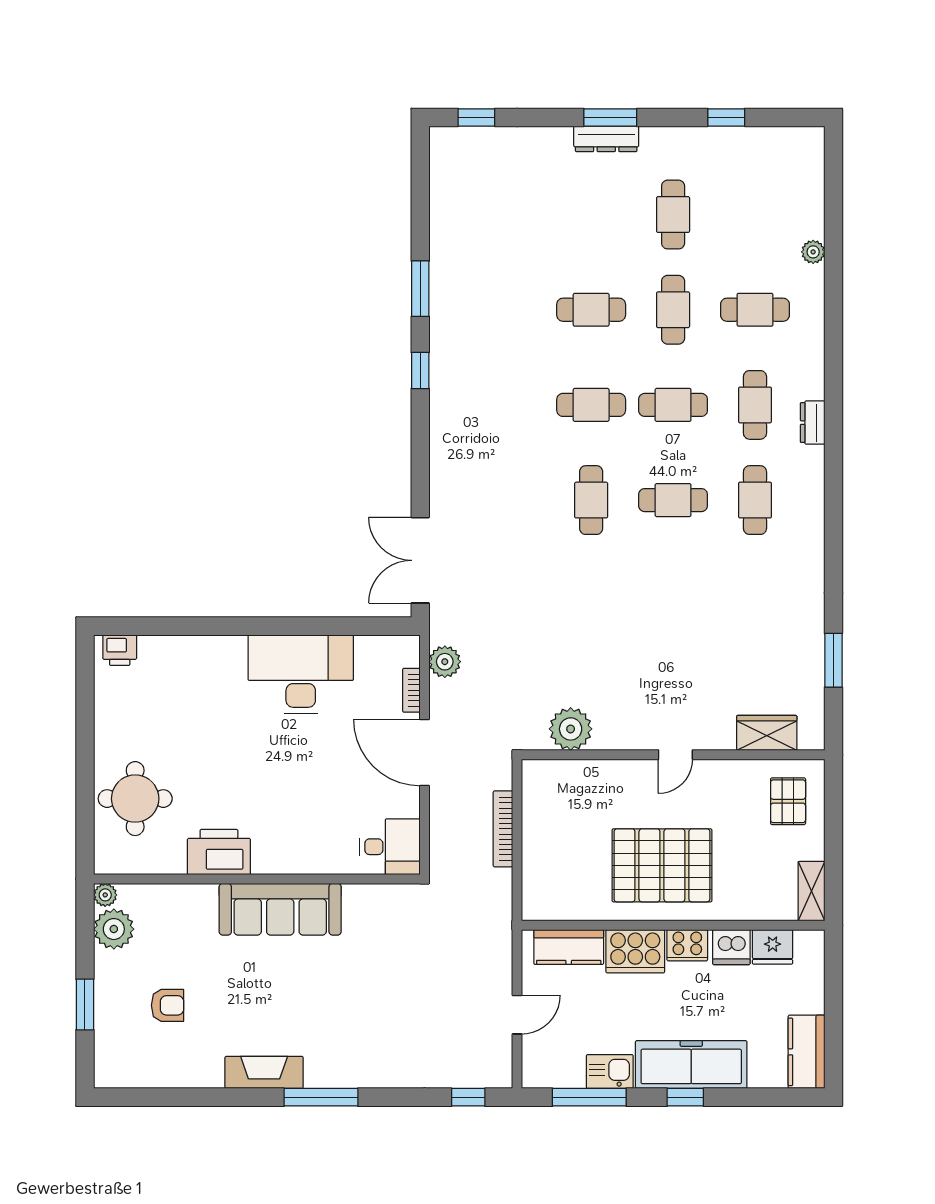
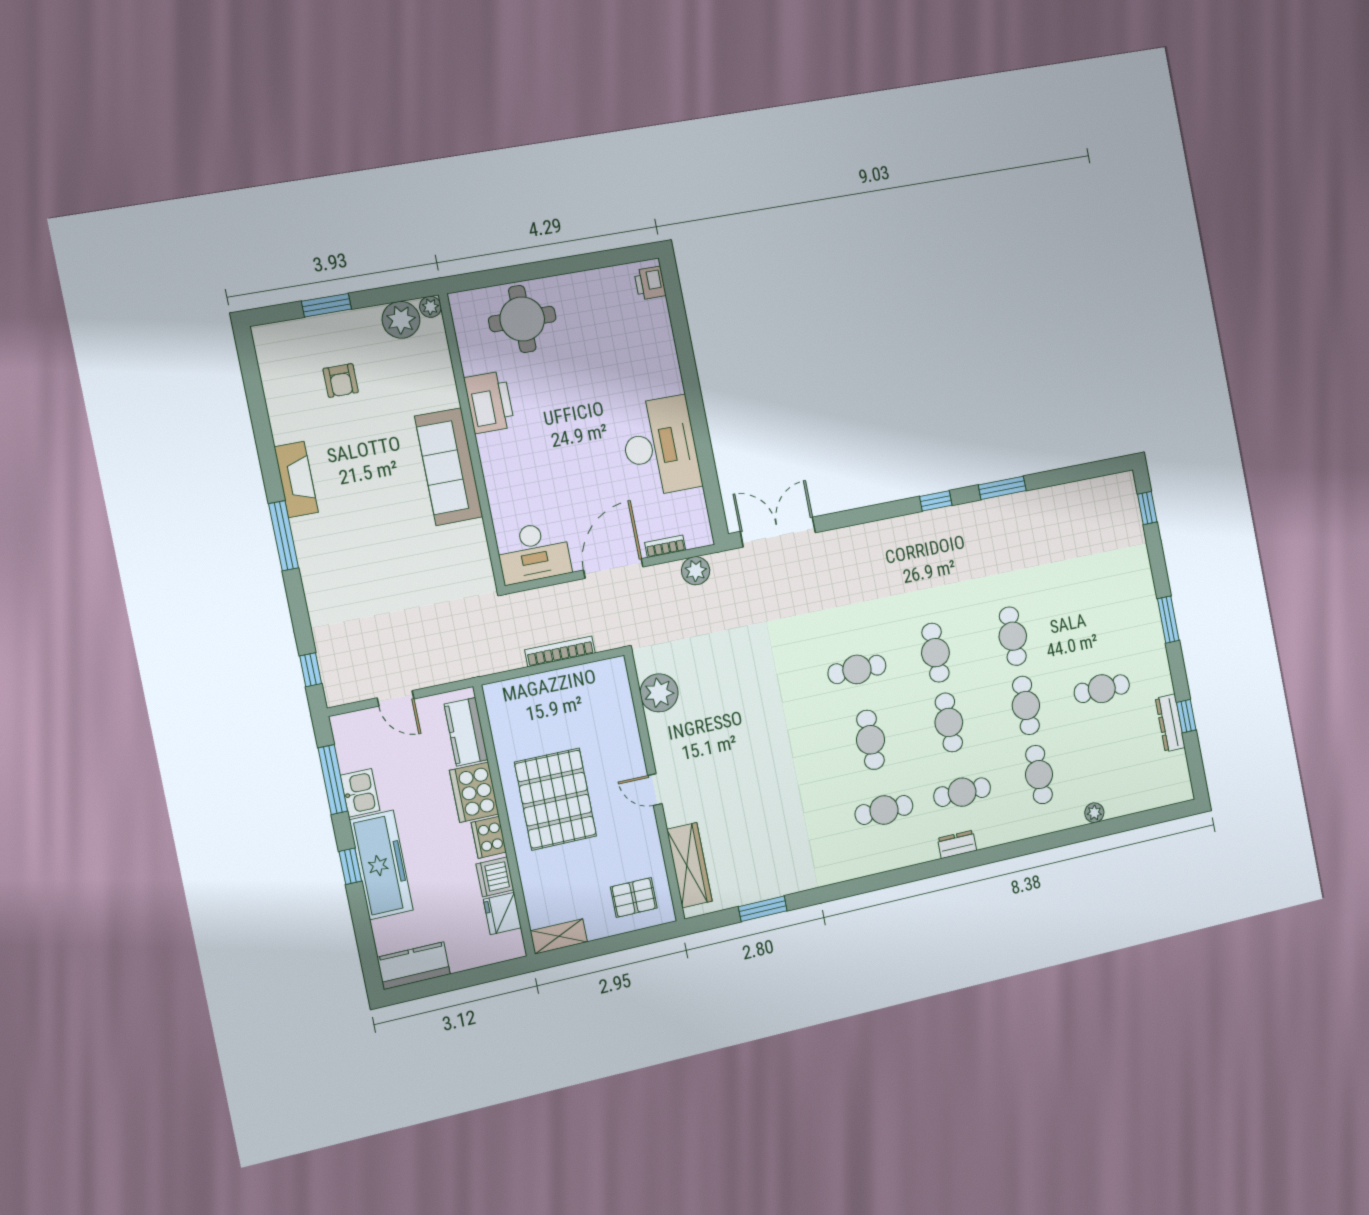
dresser: (606, 139) -> (1170, 723), moved
cafe table: (673, 310) -> (1026, 705), turned 90
wardrobe: (767, 733) -> (689, 865), width x1.50
desk: (390, 847) -> (534, 553), width x1.37

